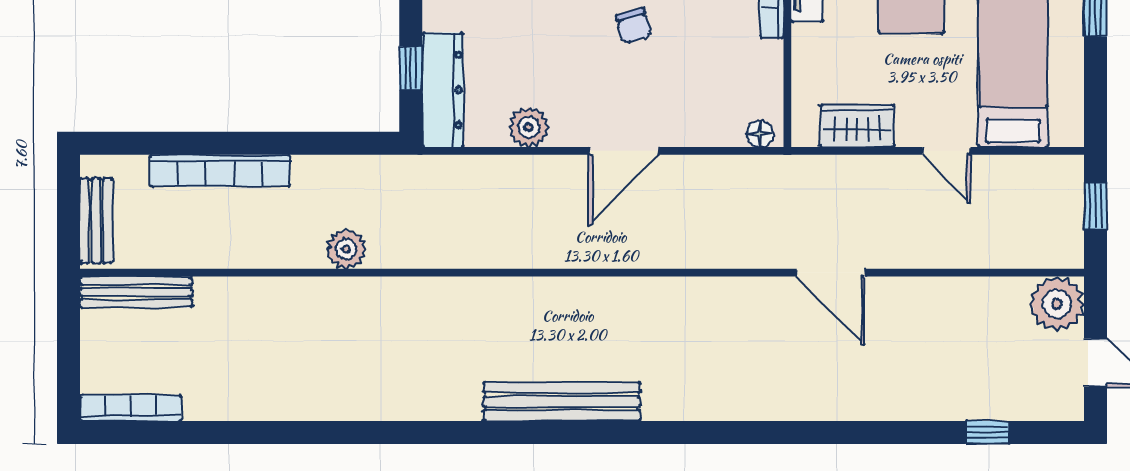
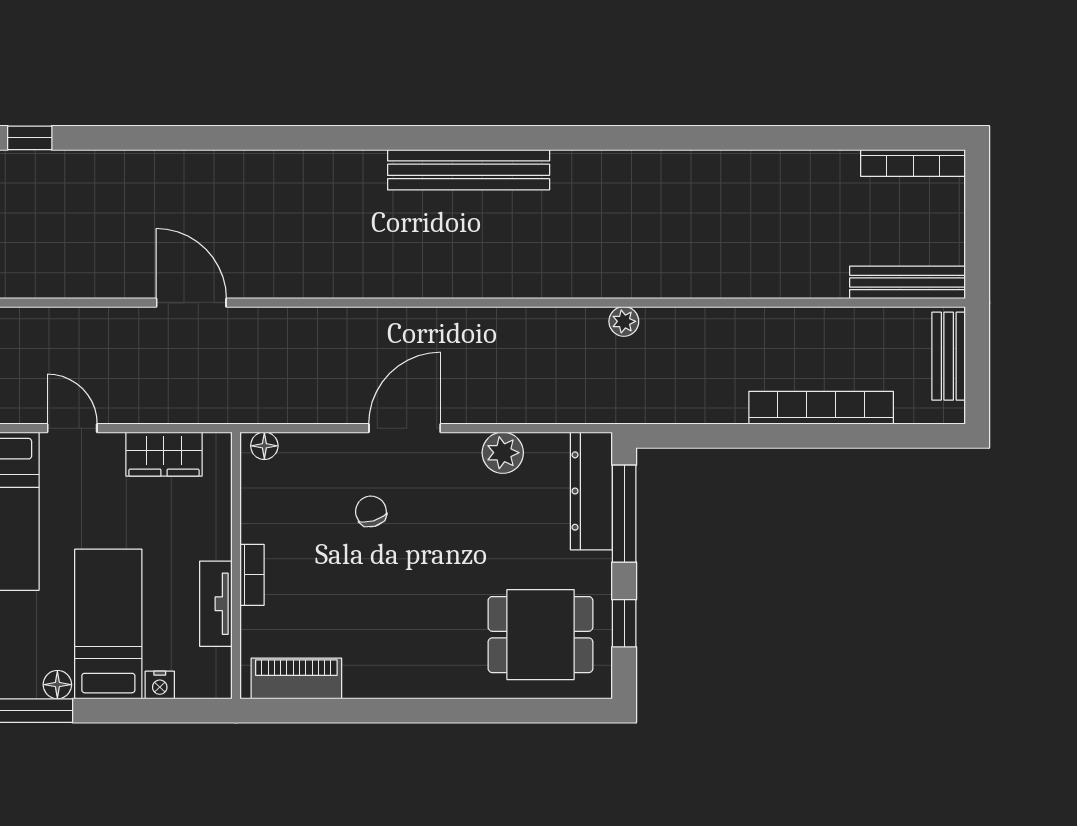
chair: (634, 26) -> (371, 511), moved
window: (411, 68) -> (624, 514), width x2.17
plant: (346, 249) -> (624, 321), moved, width x0.73, depth x0.73

